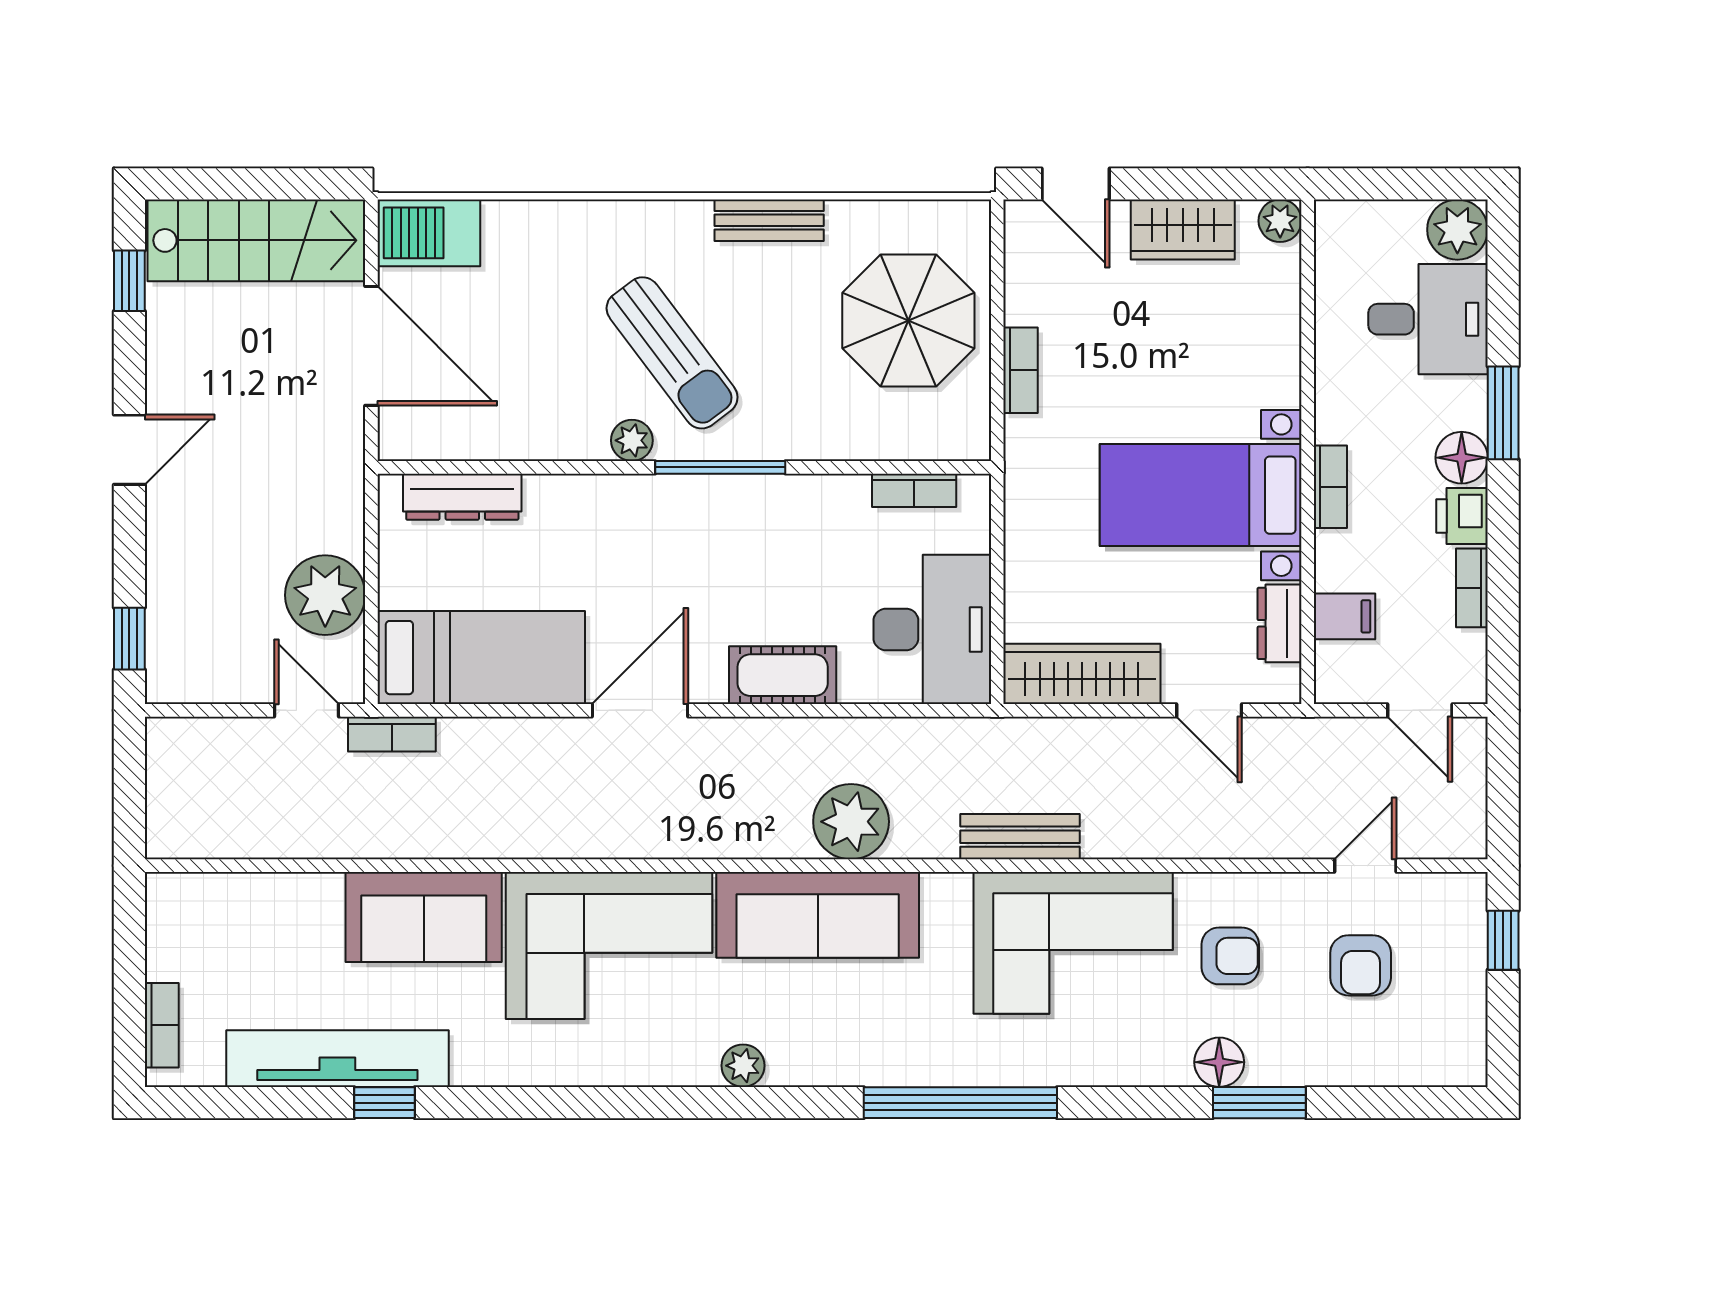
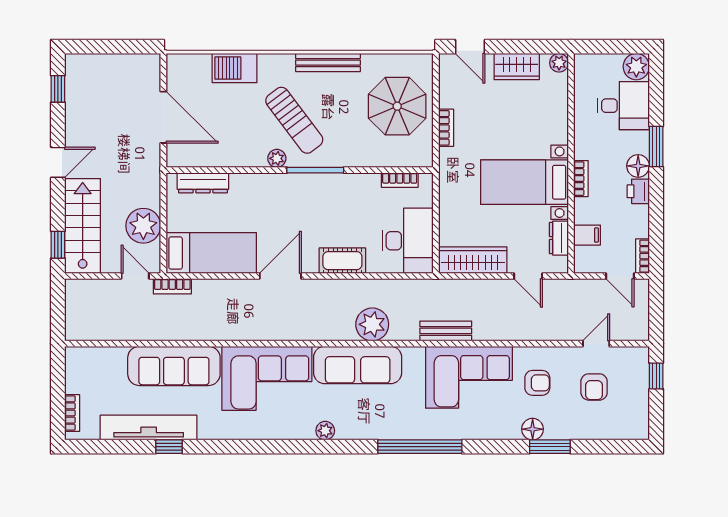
bench: (769, 220) -> (328, 63), width x1.36
barbecue: (429, 233) -> (235, 68), moved
stairs: (256, 240) -> (83, 226), moved, turned -90
bookcase: (1472, 588) -> (643, 256), moved
sofa: (424, 917) -> (174, 366), width x1.36

